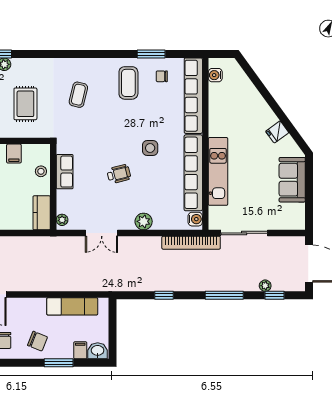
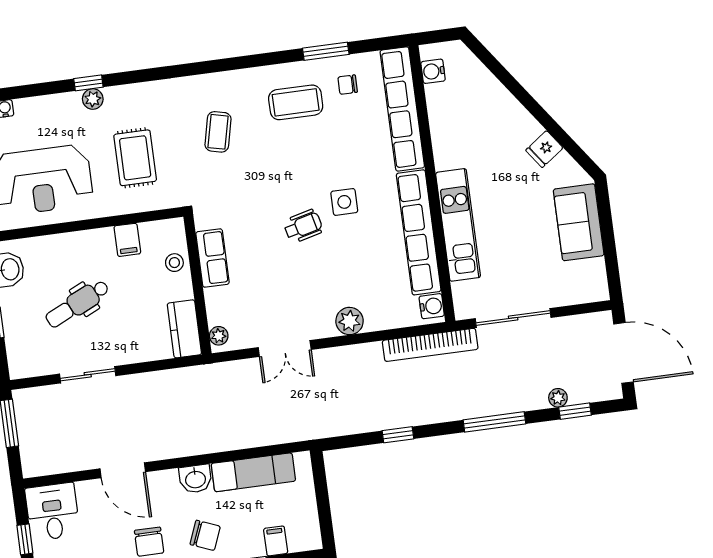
coffee table: (128, 83) -> (296, 102), turned 90
wheelchair: (119, 174) -> (303, 226), moved
washbasin: (98, 351) -> (195, 479), moved, turned 180

